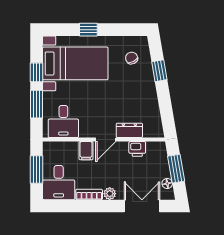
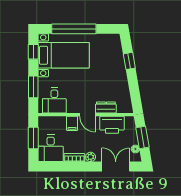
window: (88, 30) -> (74, 29), width x3.17
chair: (132, 58) -> (108, 51), removed
window: (36, 72) -> (33, 52), moved
door: (106, 140) -> (87, 115), hinge flipped
printer: (137, 149) -> (112, 125), width x1.87, depth x1.48

